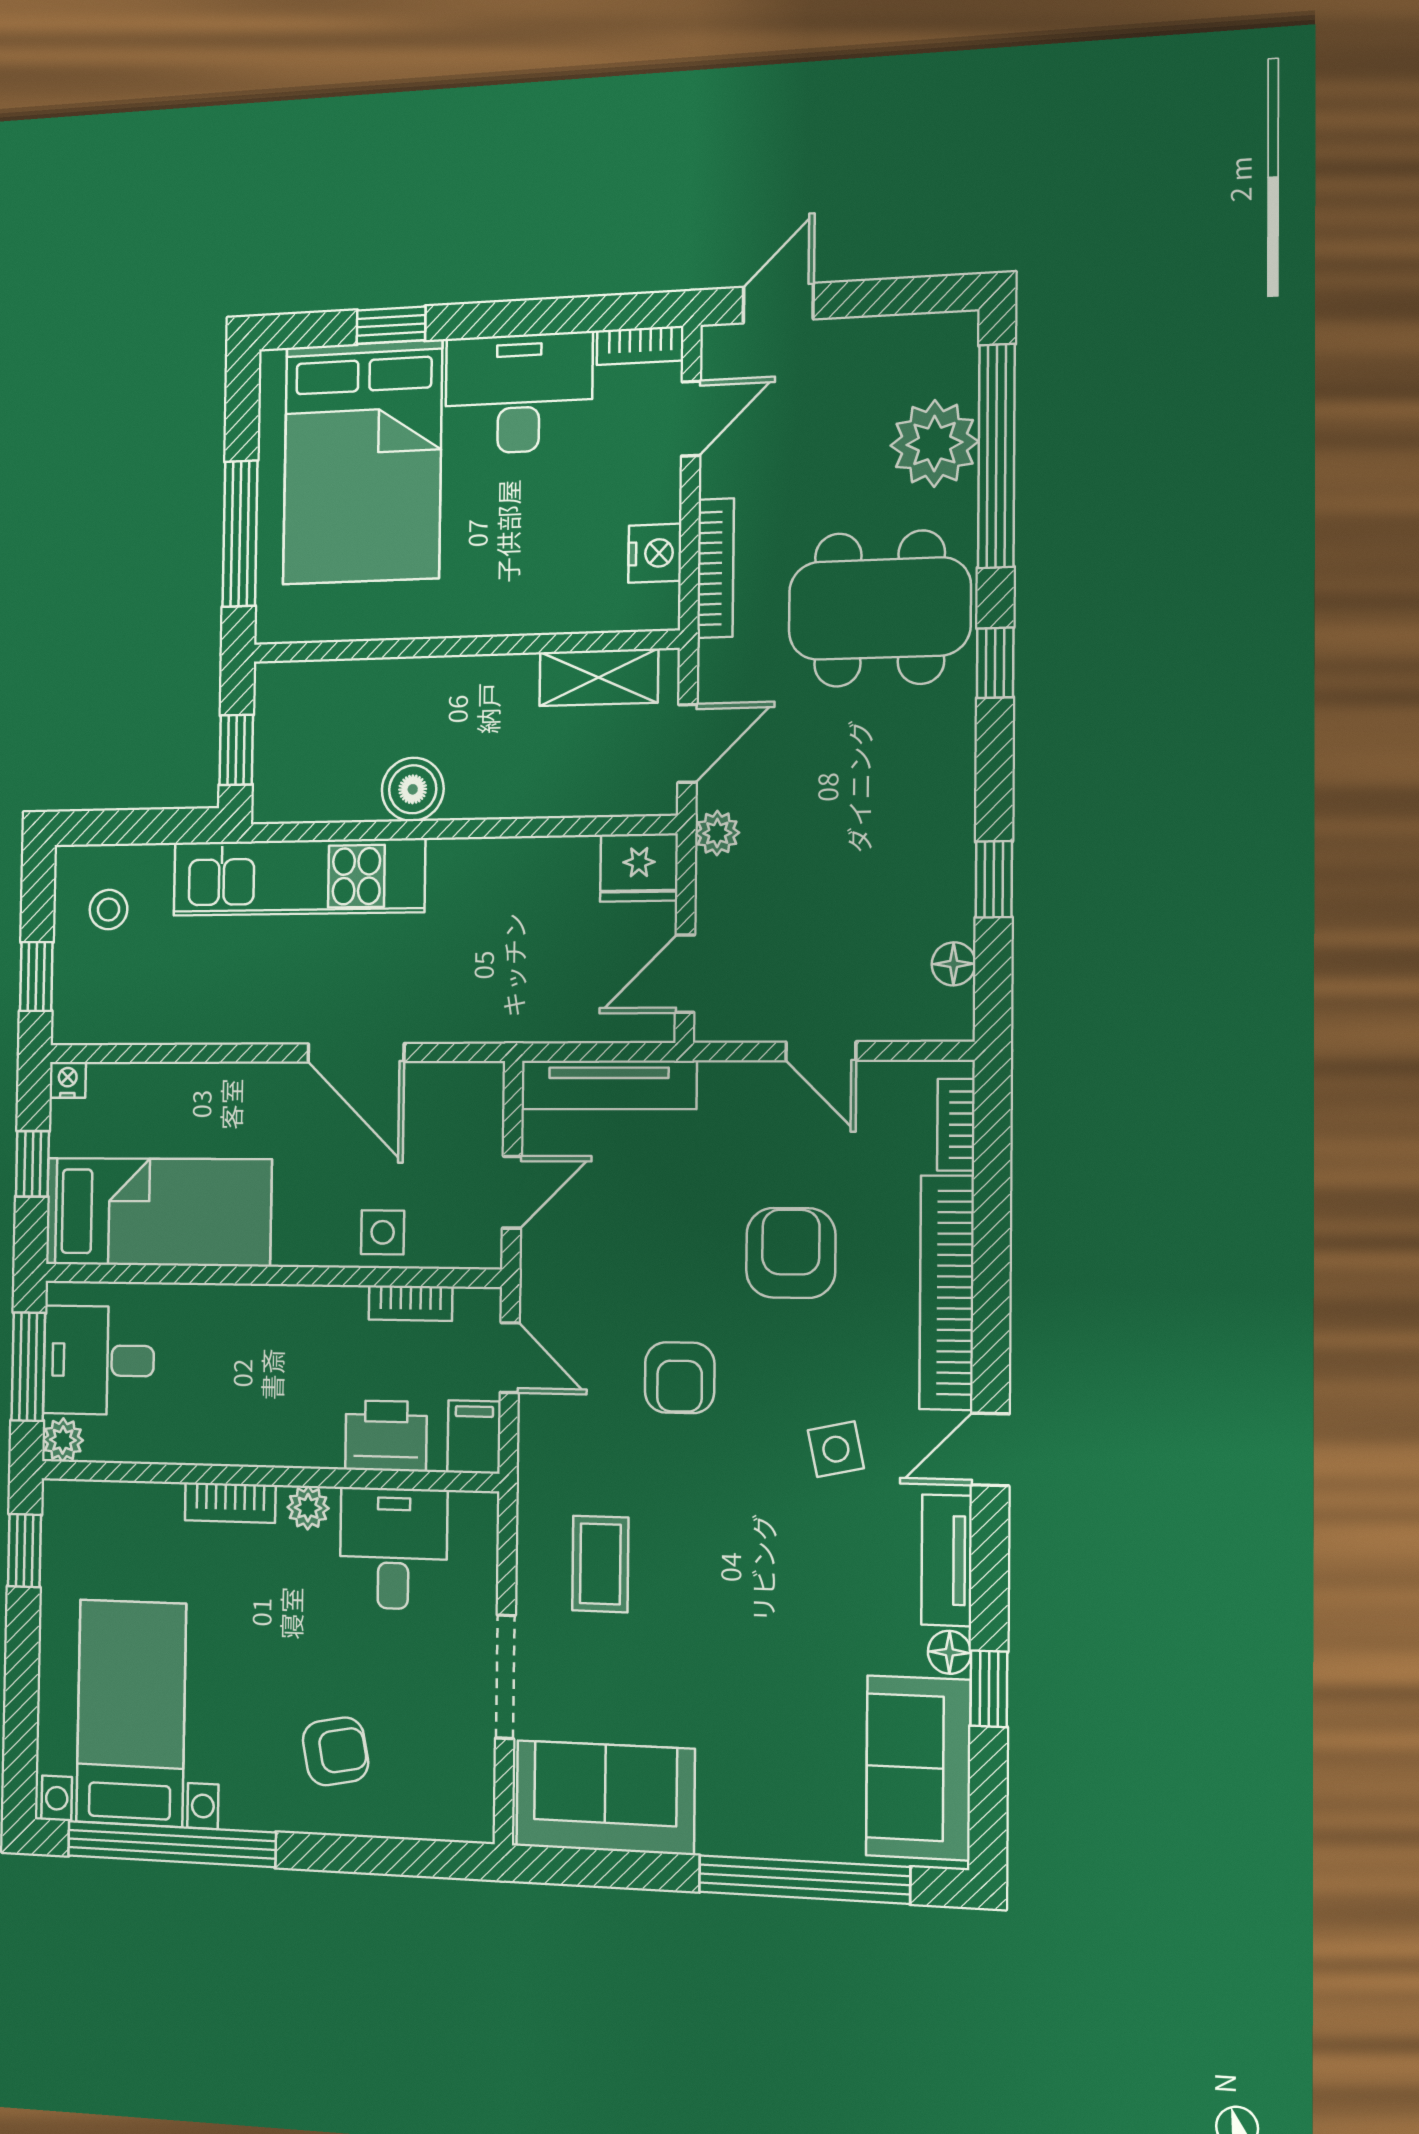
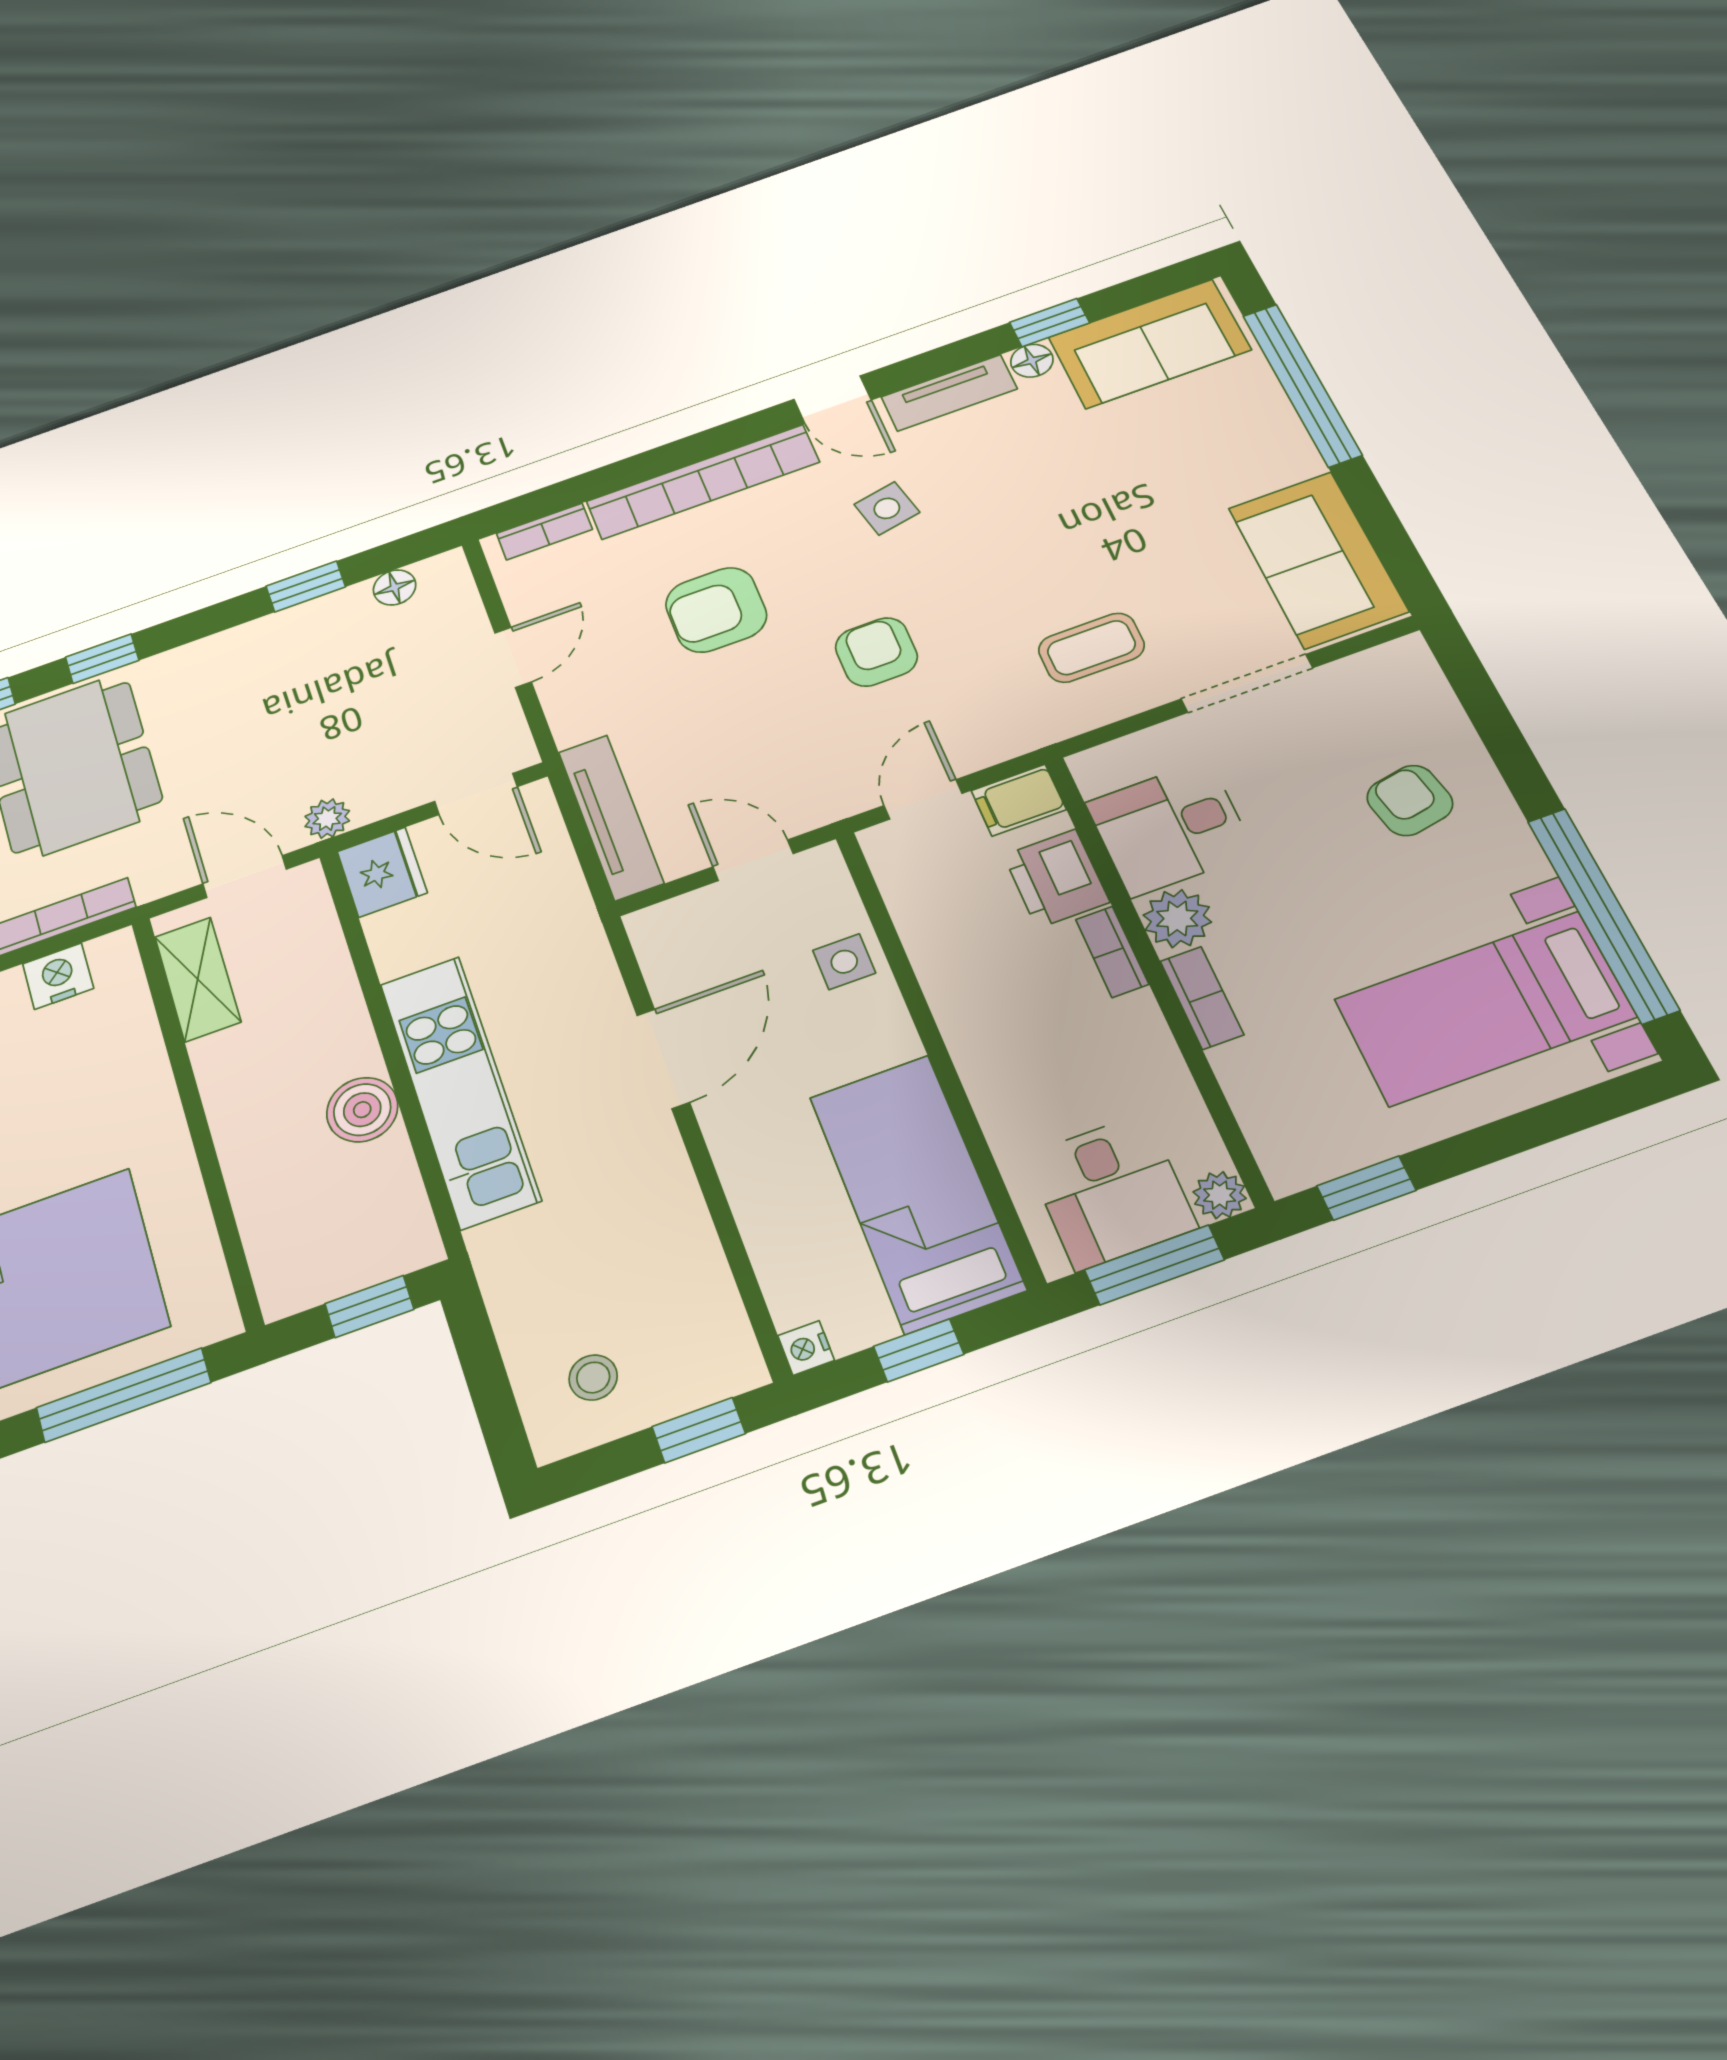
kitchen unit: (299, 877) -> (459, 1091), moved
bookcase: (411, 1303) -> (1112, 952), moved, turned 180
armchair: (680, 1378) -> (876, 652), turned -90
plant: (308, 1508) -> (1177, 919), width x1.38, depth x1.38

